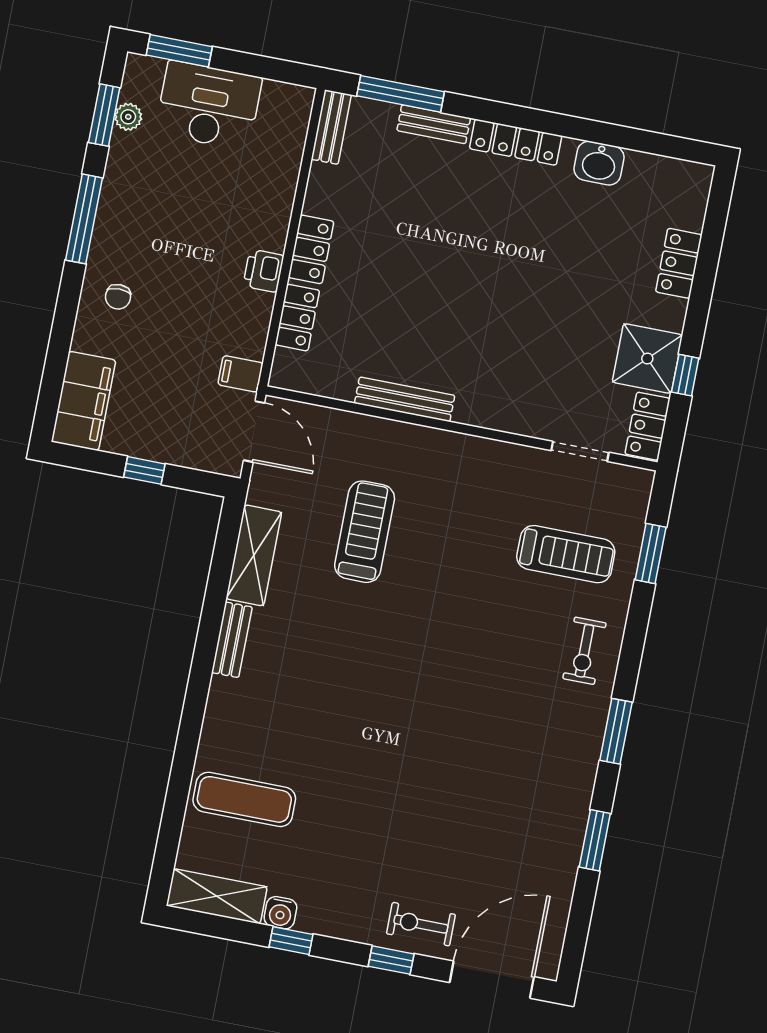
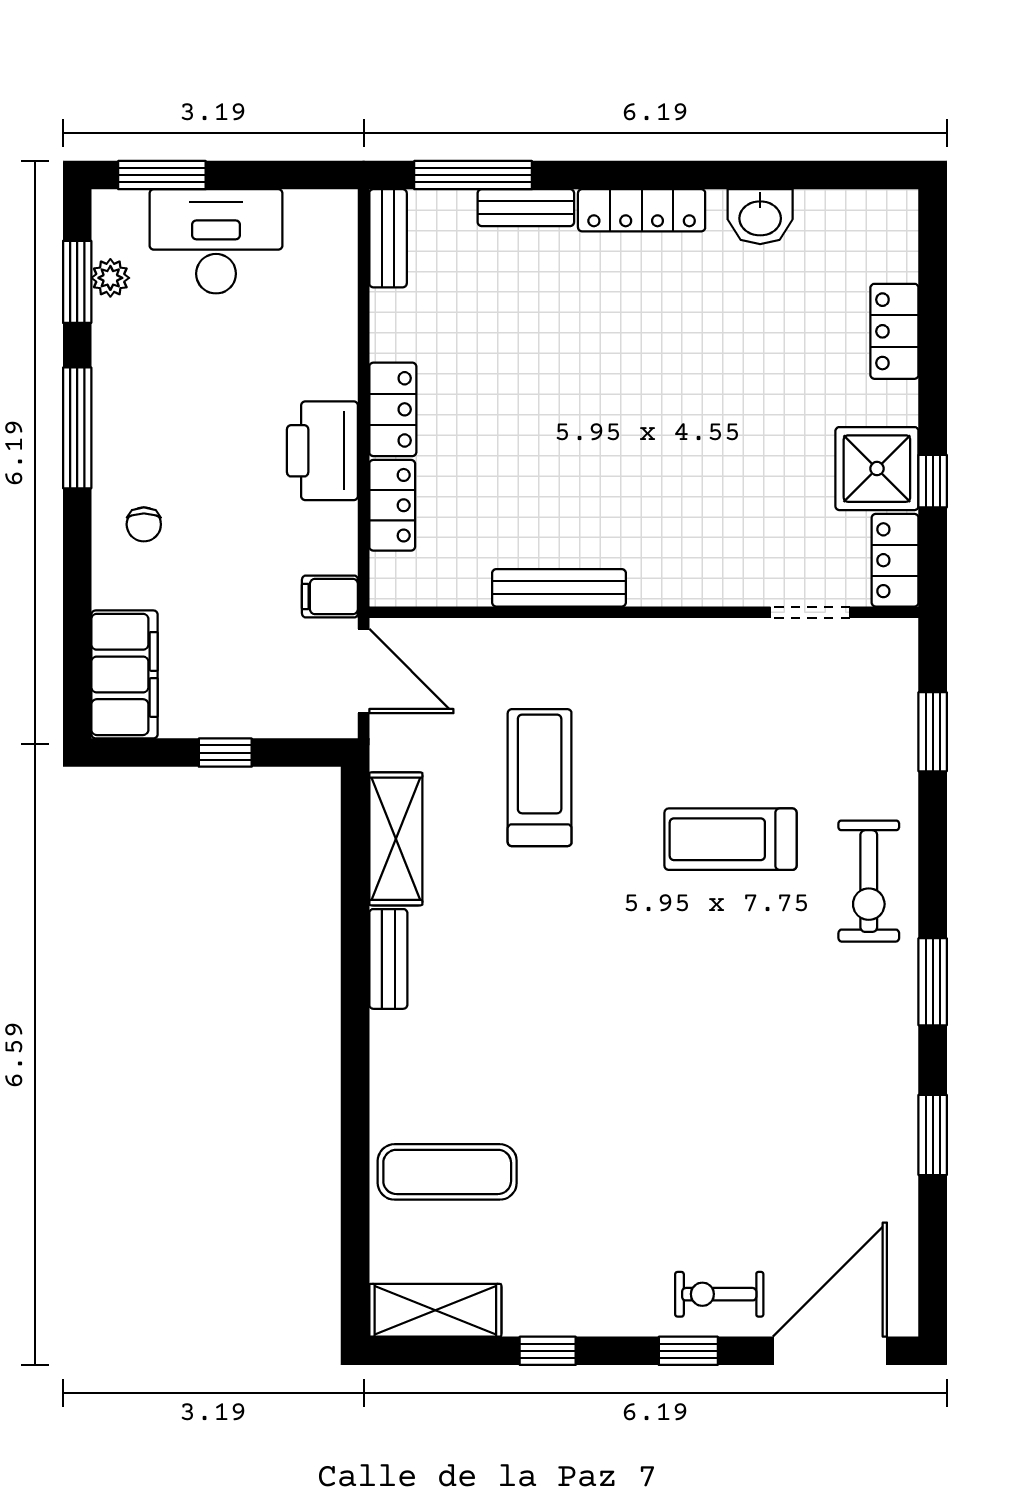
printer: (263, 271) -> (322, 451), width x1.87, depth x1.48
treadmill: (566, 554) -> (730, 839), moved, turned 180
exercise bike: (584, 651) -> (869, 881), width x1.38, depth x1.39
water cooler: (280, 913) -> (526, 1316), removed

